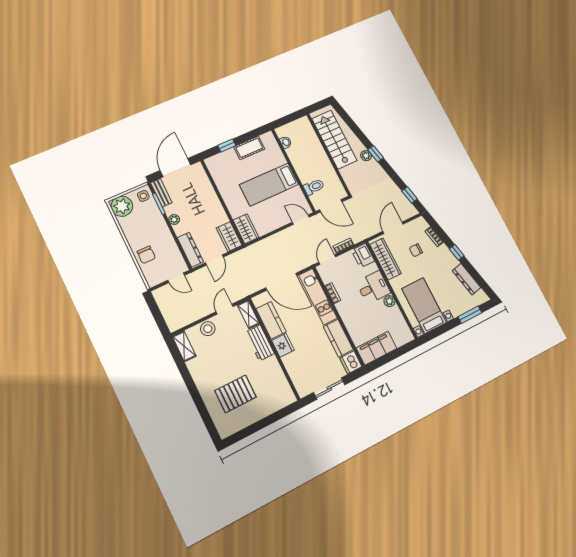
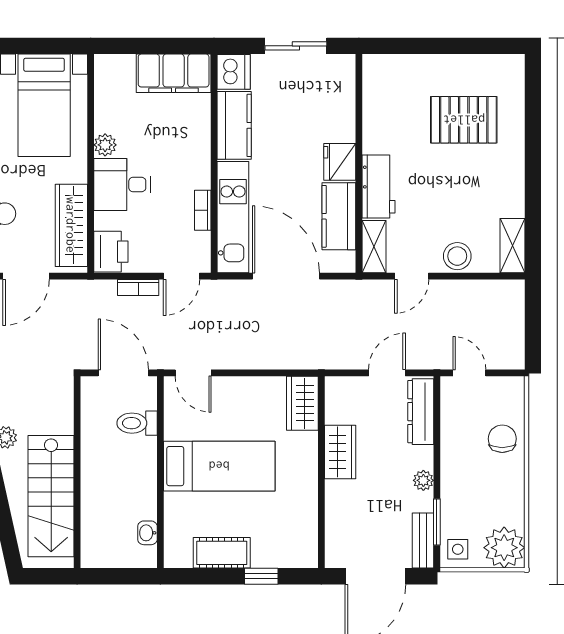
wardrobe: (229, 237) -> (340, 452), moved

